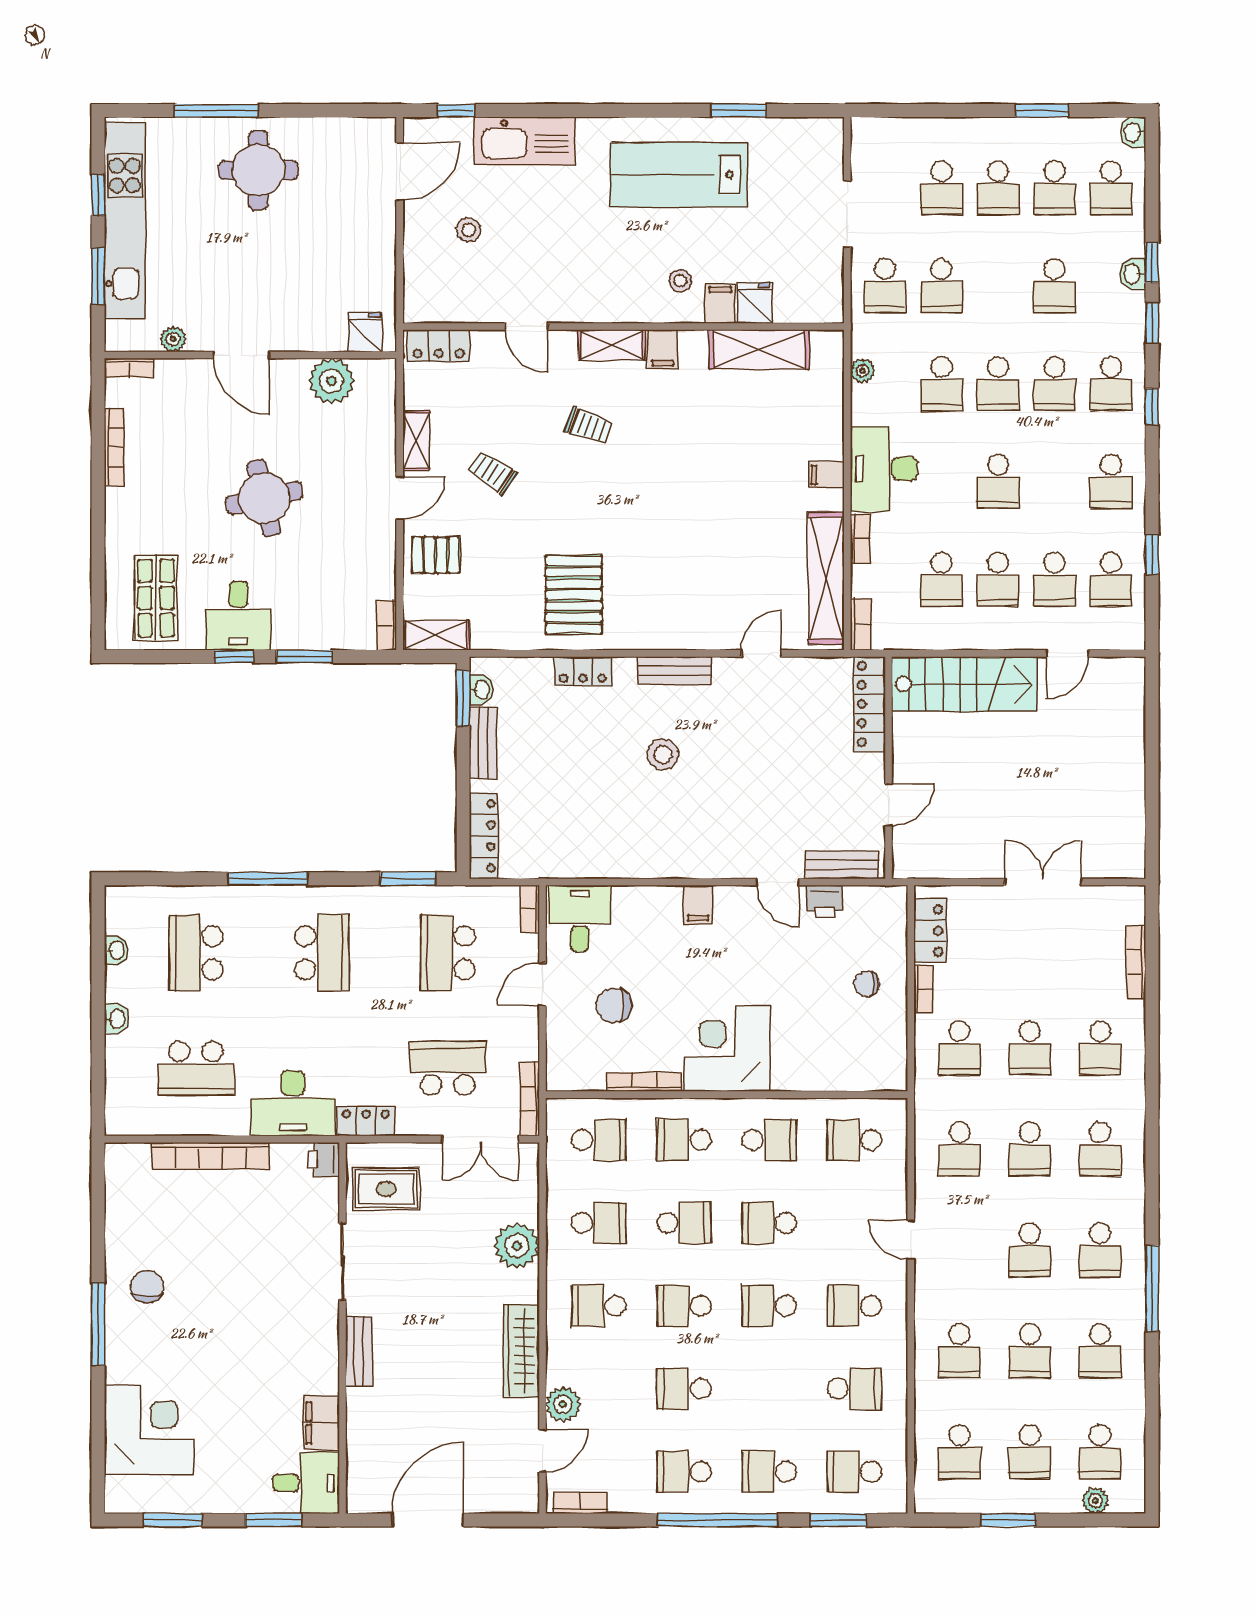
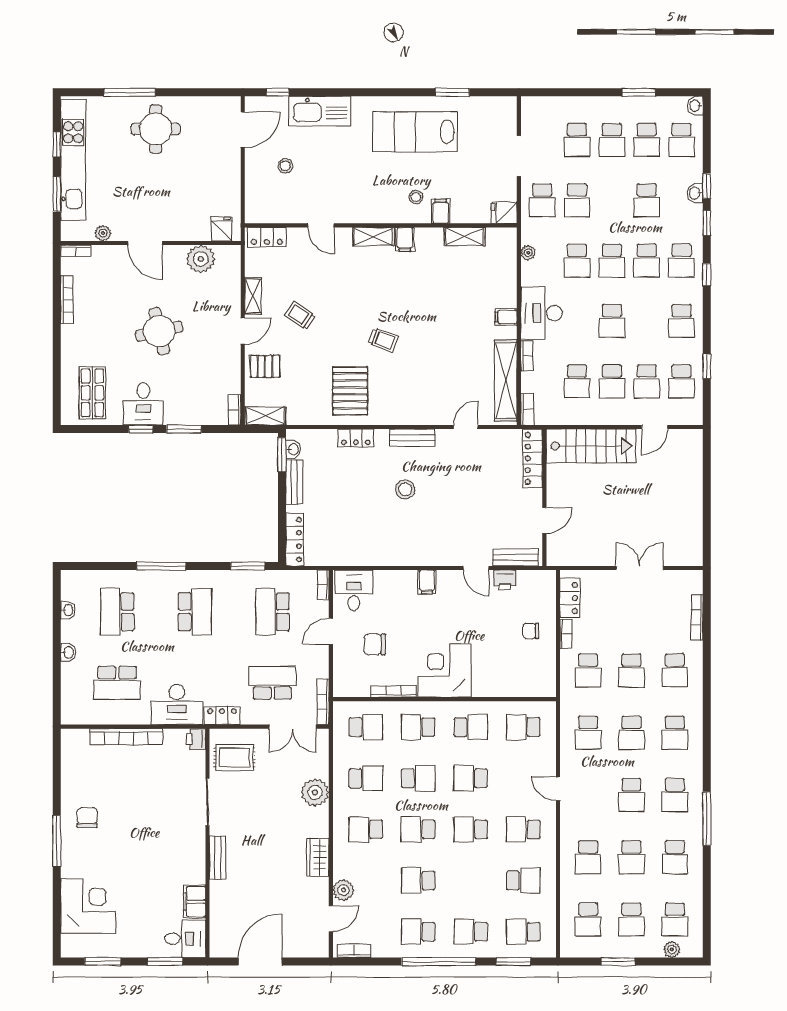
fridge: (755, 303) -> (504, 213), moved, turned -90
shelving: (759, 349) -> (465, 237), width x0.67, depth x0.75
trolley: (589, 426) -> (383, 340), moved
wardrobe: (521, 1351) -> (318, 857), width x0.67

